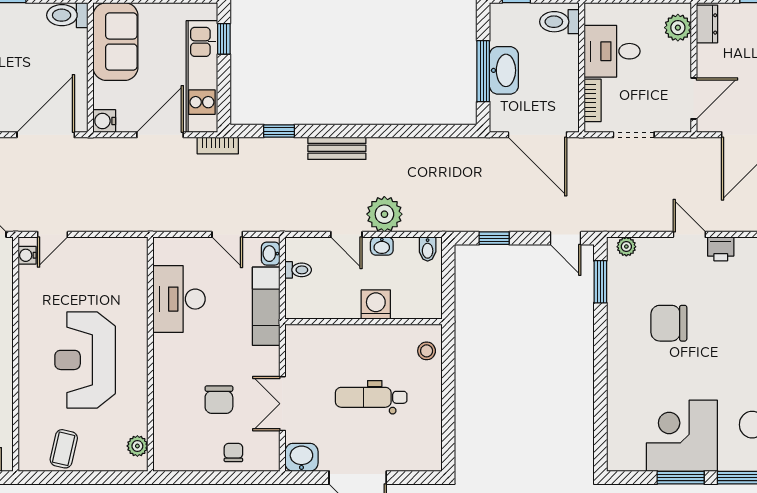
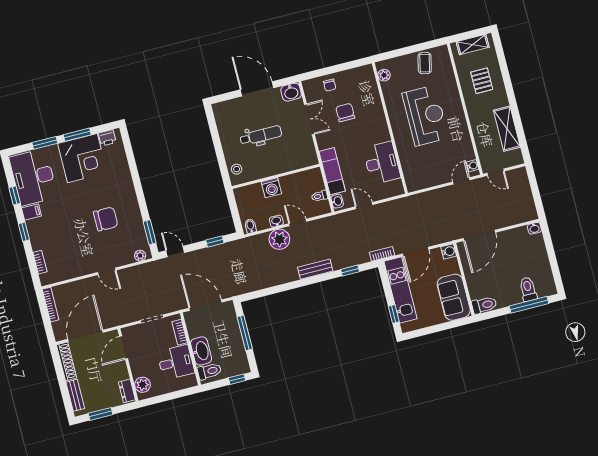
washbasin: (504, 70) -> (201, 351), moved, turned 180
printer: (721, 249) -> (107, 138), moved, turned 180

